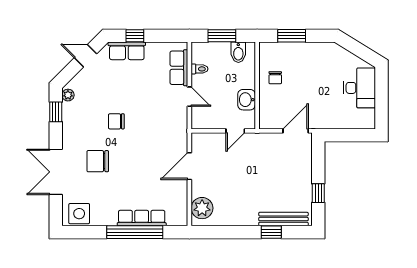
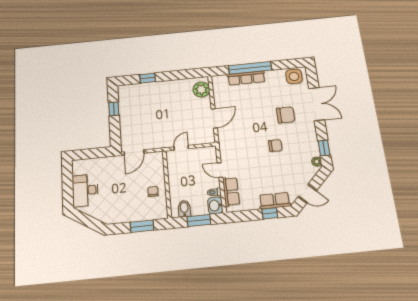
washbasin: (247, 100) -> (215, 205), moved, turned 180
bench: (283, 219) -> (139, 88), removed

